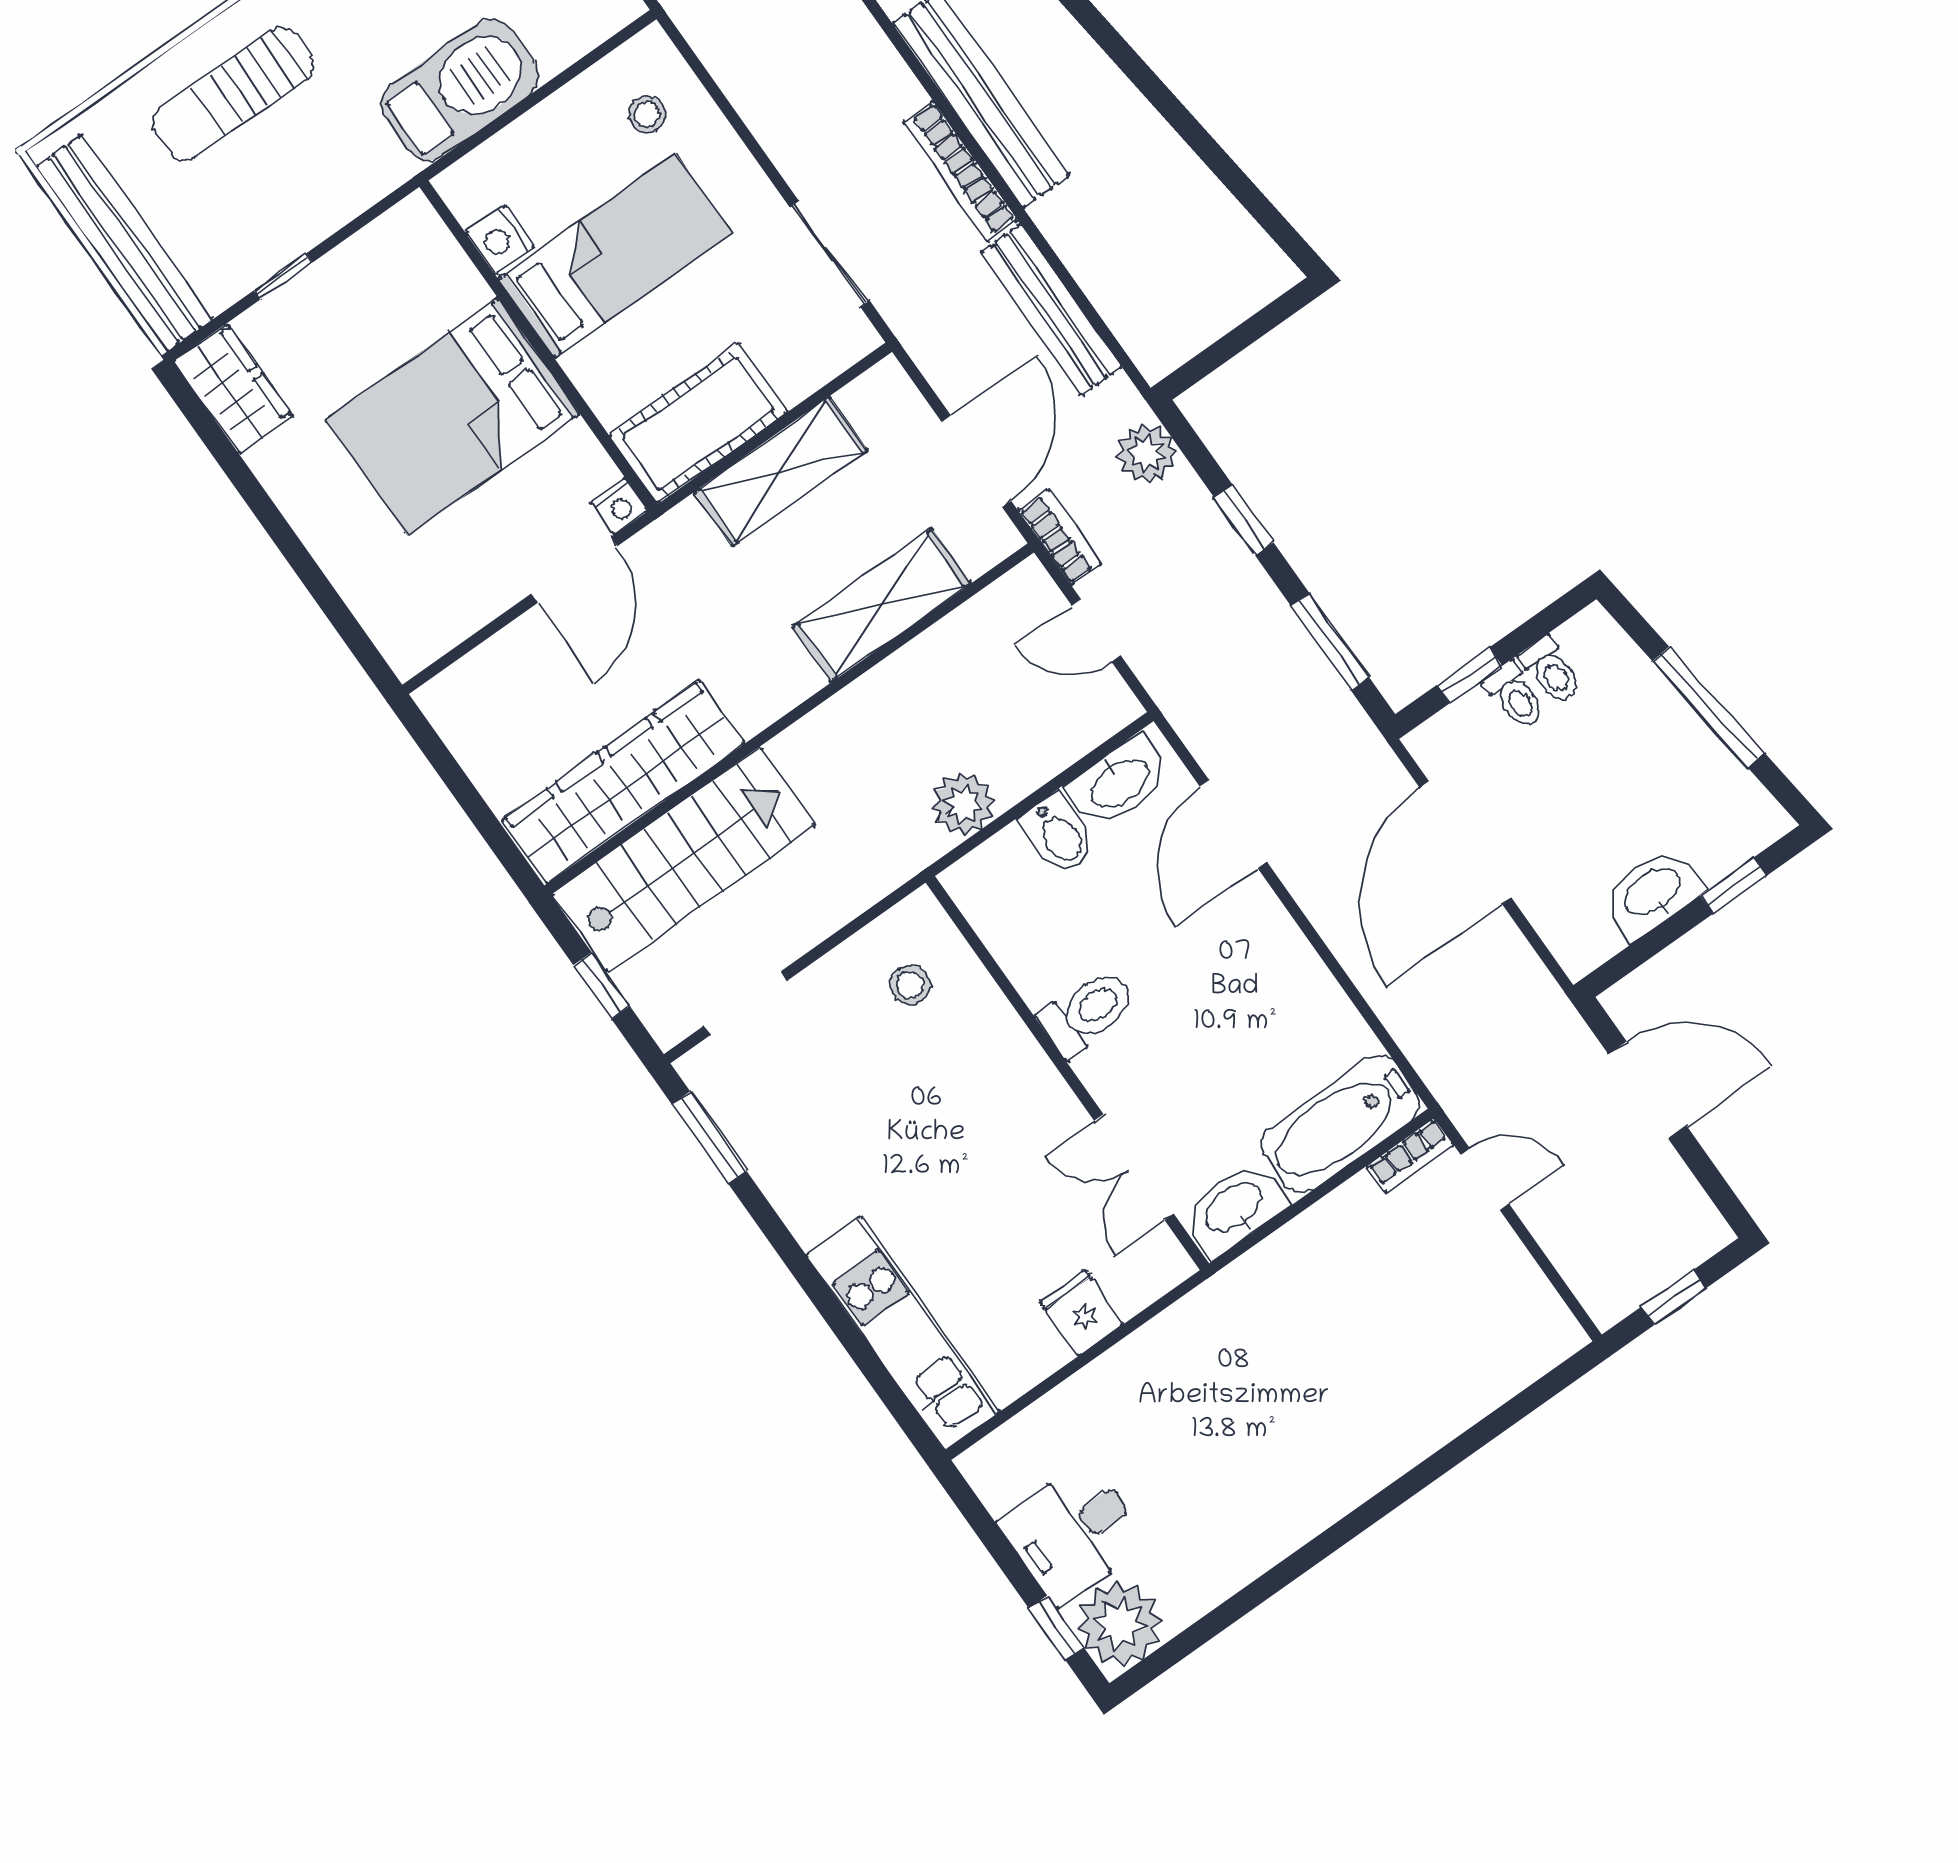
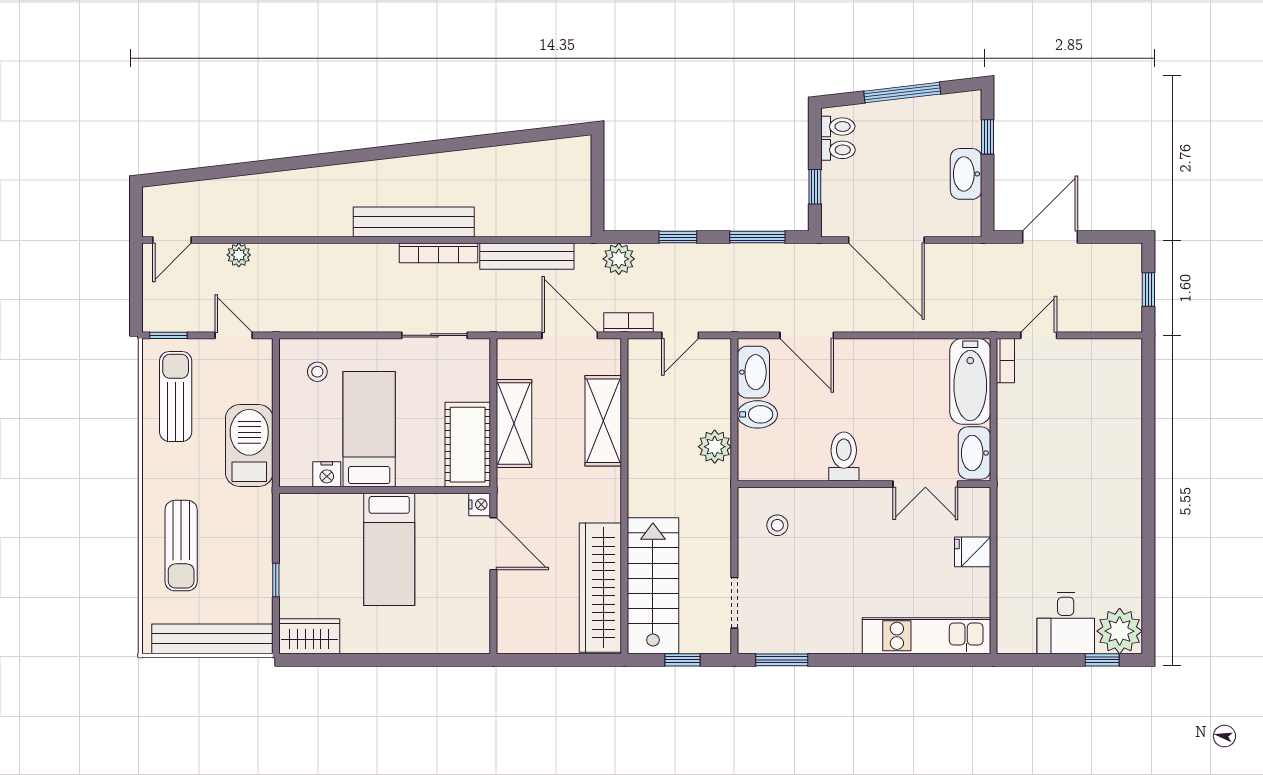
bed: (453, 417) -> (389, 549), width x0.67
toilet: (1515, 696) -> (838, 126), moved

